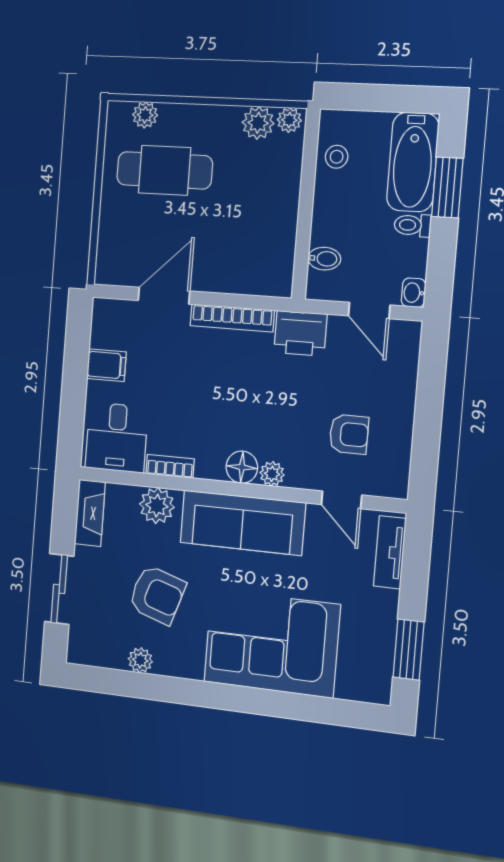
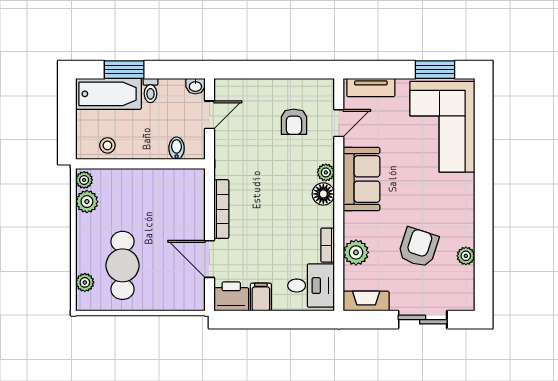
printer: (300, 333) -> (231, 296), moved, turned -90
armchair: (349, 434) -> (294, 122), turned 180
sofa: (242, 523) -> (362, 179), width x0.73
corner sofa: (272, 643) -> (442, 127), moved

